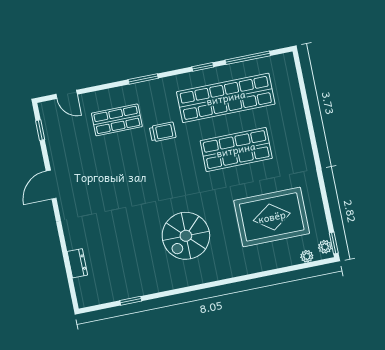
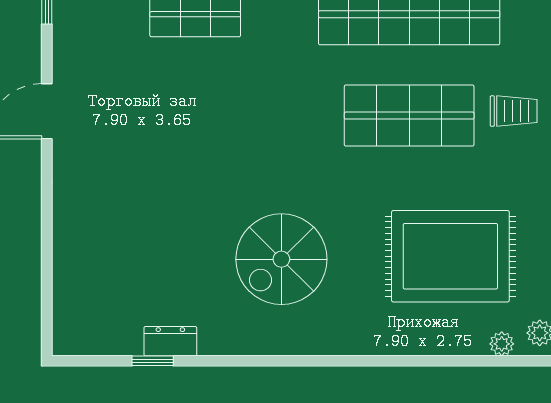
trolley: (163, 132) -> (514, 111), moved
dresser: (77, 263) -> (170, 341), moved, turned -90

